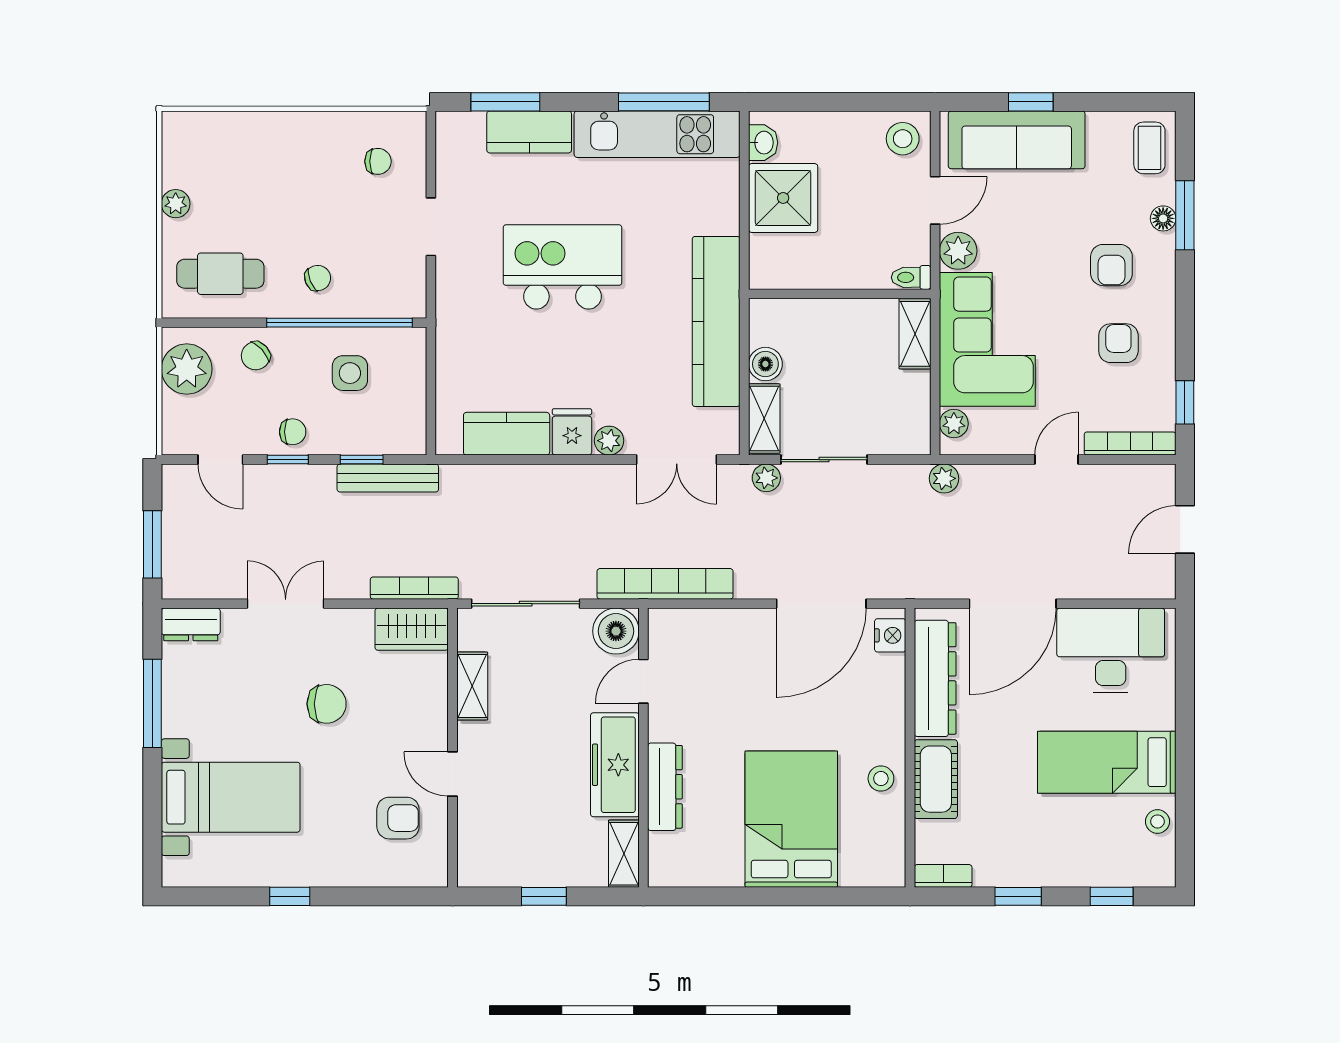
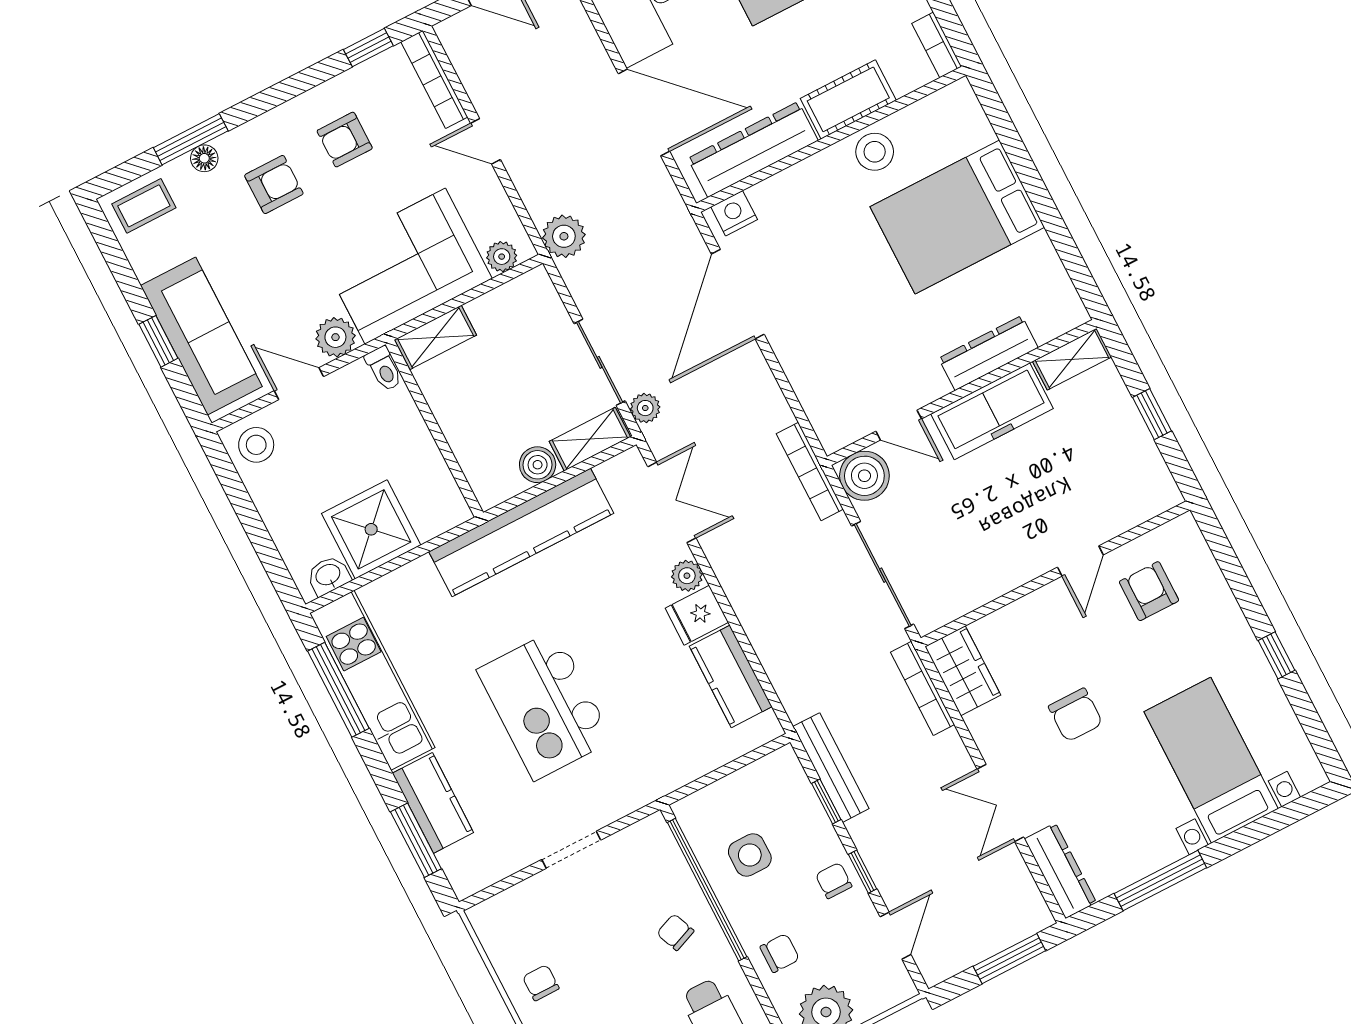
chair: (378, 161) -> (541, 983), moved
chair: (256, 356) -> (780, 953), turned -48
plant: (944, 478) -> (564, 236), width x1.38, depth x1.38
bookcase: (665, 584) -> (810, 471), width x0.68, depth x0.76
door: (821, 604) -> (738, 294), swing flipped
dresser: (191, 624) -> (1060, 871), width x1.44
shelving: (472, 686) -> (987, 585), removed
chair: (327, 704) -> (1076, 715), turned 180
stool: (881, 779) -> (875, 152), width x1.37, depth x1.37

